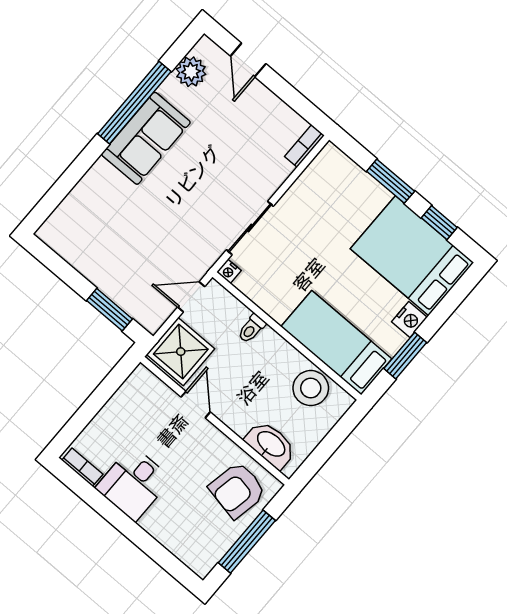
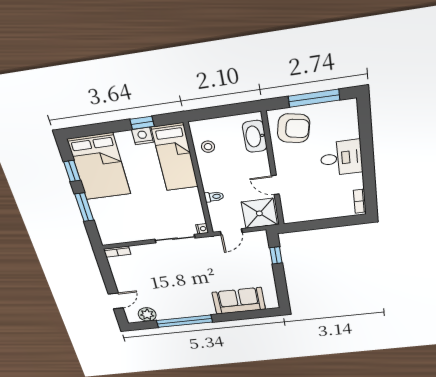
sofa: (146, 138) -> (239, 301), moved
door: (191, 297) -> (231, 232), hinge flipped
window: (109, 310) -> (276, 255), width x0.67
nightstand: (409, 319) -> (142, 136), moved
window: (405, 356) -> (142, 123), width x0.67
stool: (311, 388) -> (208, 147), width x0.53, depth x0.53
door: (196, 405) -> (275, 185), hinge flipped
desk: (134, 483) -> (341, 158), moved

